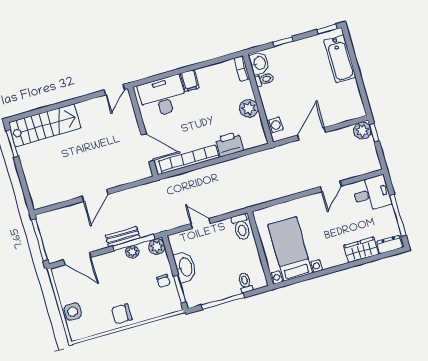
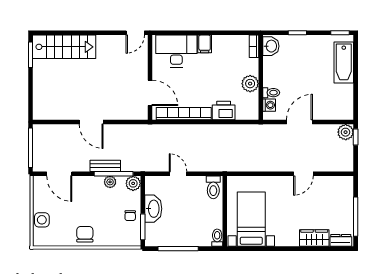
toilet: (264, 80) -> (271, 93), moved
desk: (372, 194) -> (338, 191), removed
door: (95, 195) -> (91, 122), hinge flipped
toilet: (245, 283) -> (217, 238), moved
chair: (122, 314) -> (85, 234), turned 90

